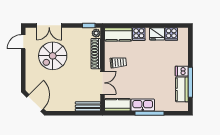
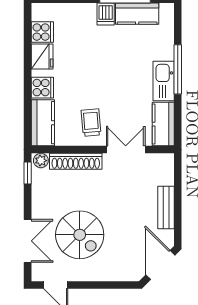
door: (35, 103) -> (160, 265), hinge flipped
bench: (88, 106) -> (166, 207), moved

